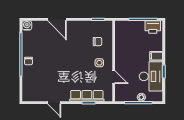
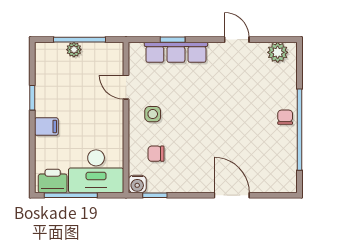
water cooler: (27, 25) -> (137, 184), moved
desk: (151, 76) -> (96, 171), moved, turned -90
plant: (32, 96) -> (278, 52), added

